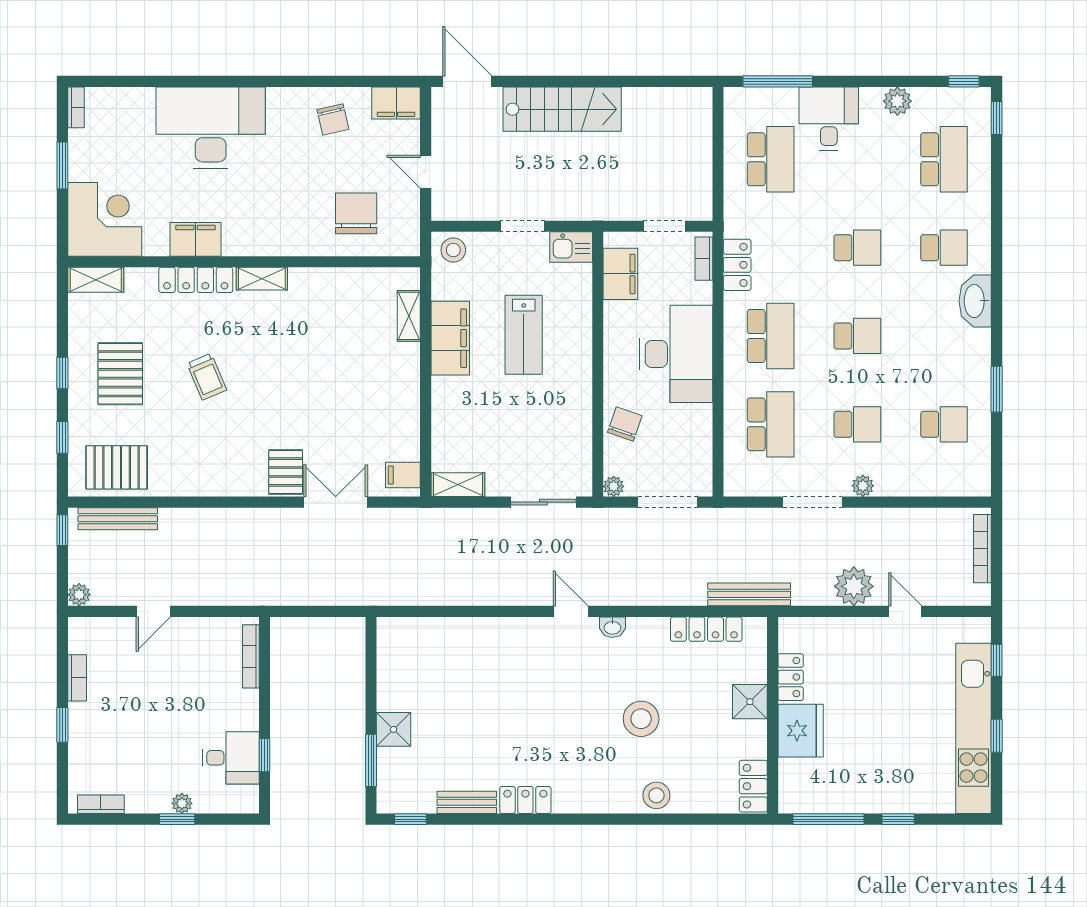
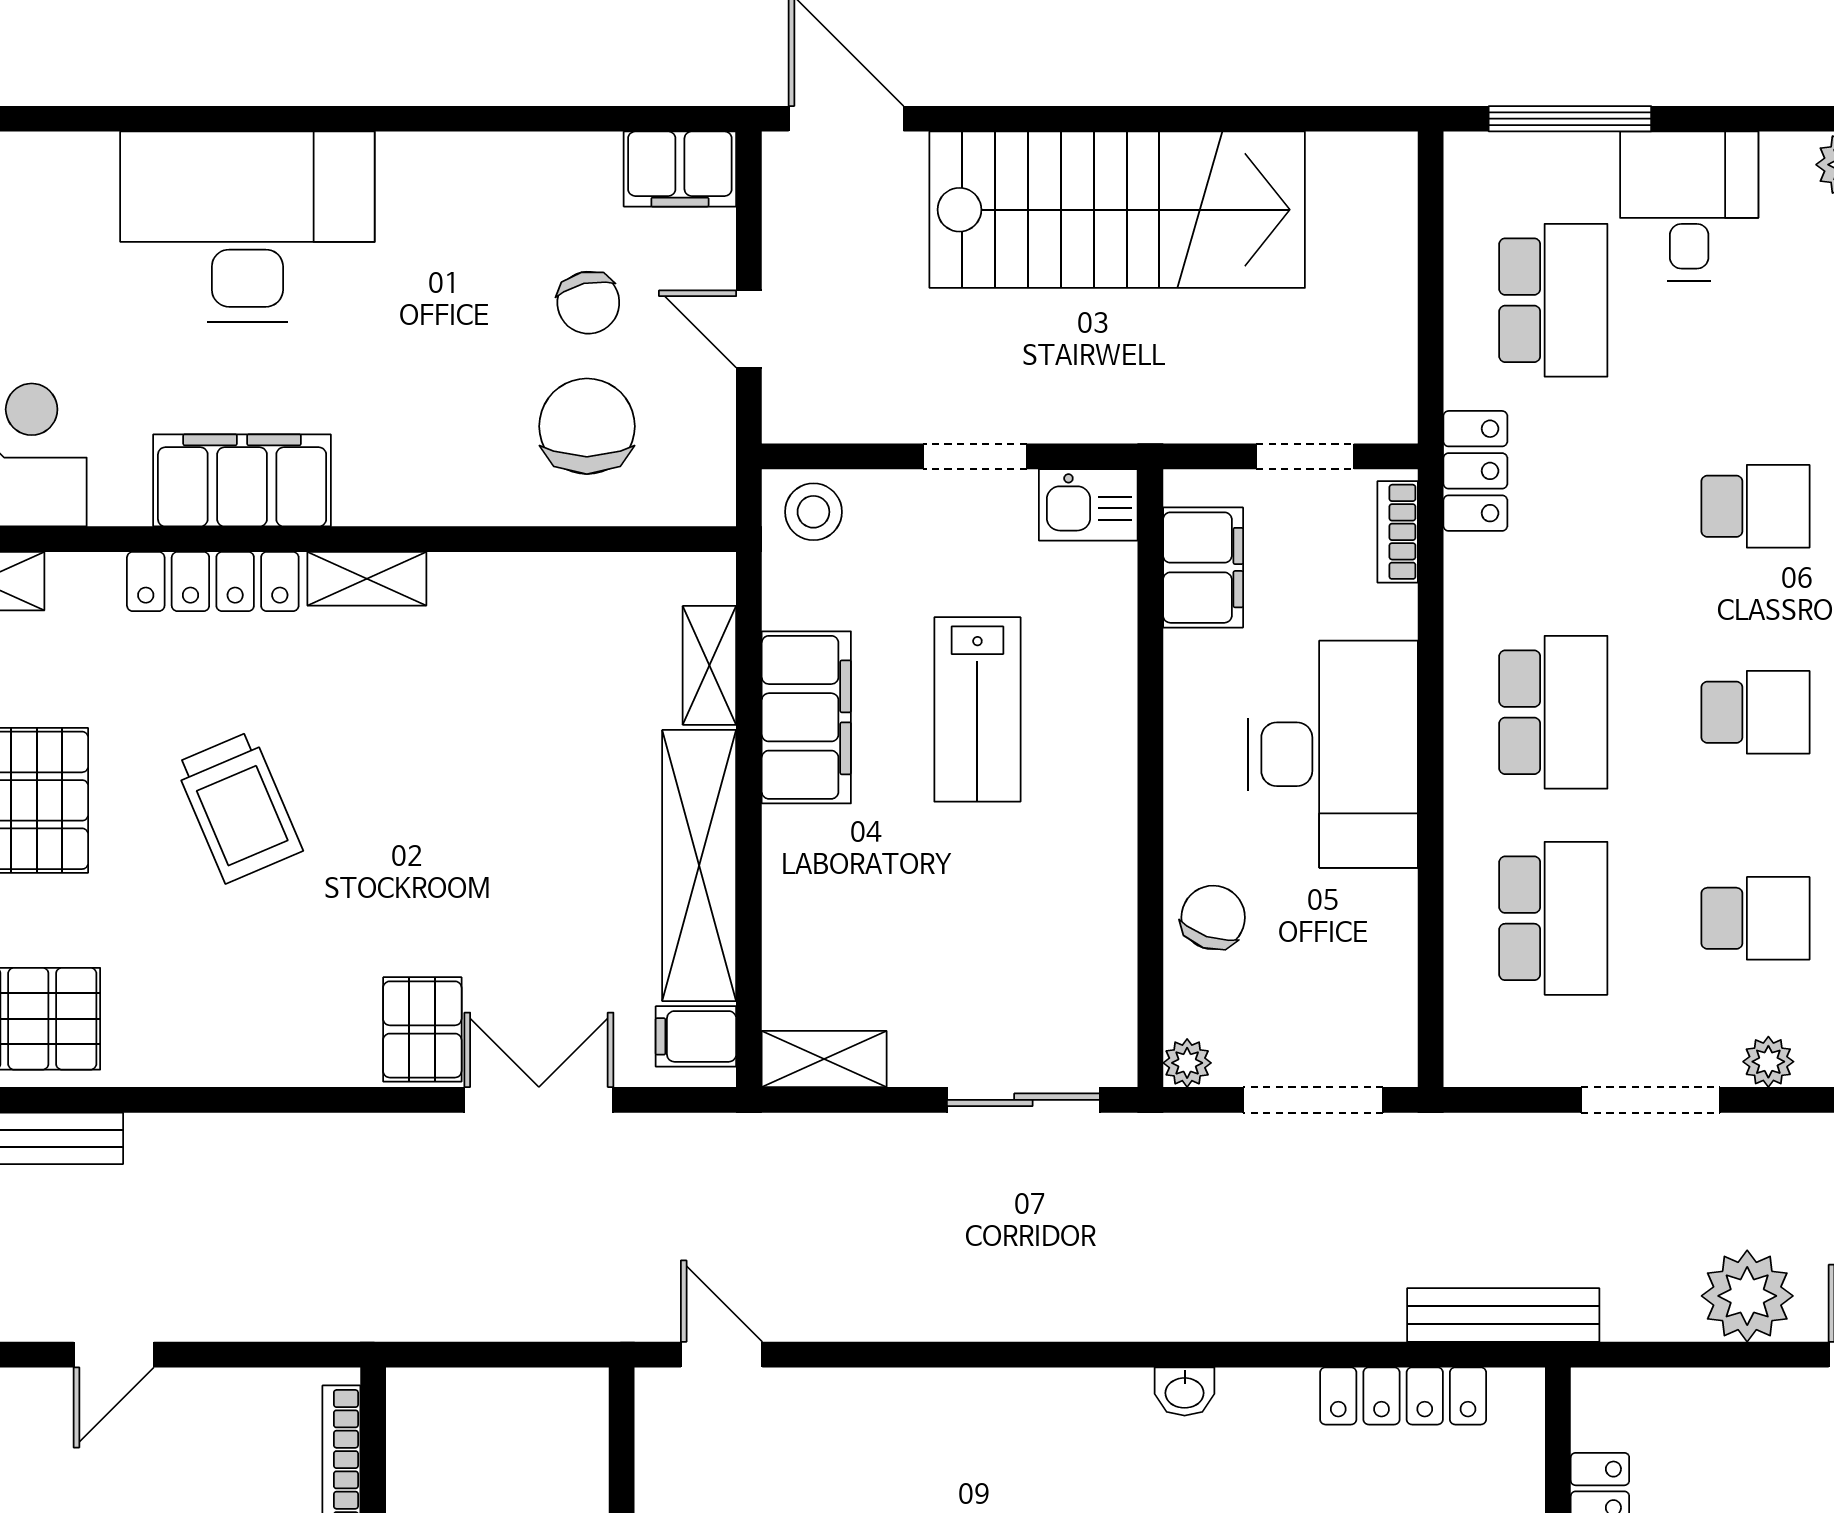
stairs: (562, 109) -> (1117, 210), width x1.36, depth x1.51
chair: (333, 119) -> (588, 303), moved
filing cabinet: (196, 239) -> (242, 480), width x1.50, depth x1.17
locker: (737, 265) -> (1475, 471), moved
trolley: (207, 377) -> (239, 807), width x1.36, depth x1.39
shelving: (404, 402) -> (699, 866), added
door: (571, 611) -> (722, 1355), moved

